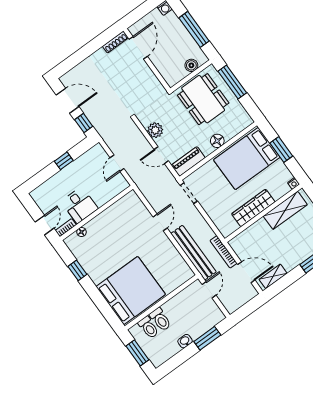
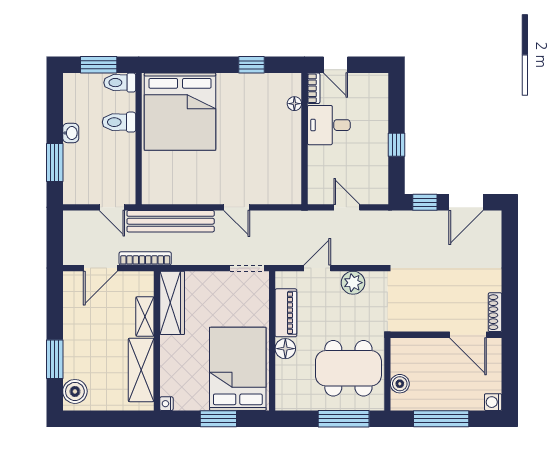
piano: (188, 161) -> (286, 313), moved
wardrobe: (253, 208) -> (172, 303), moved
shelving: (273, 276) -> (145, 317), moved
toilet: (148, 327) -> (120, 83), moved

